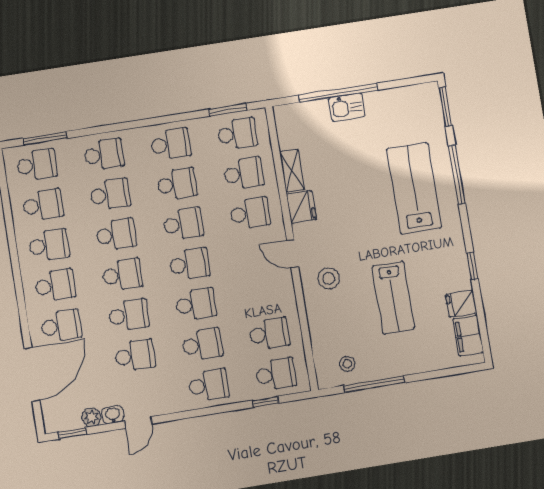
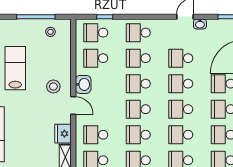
washbasin: (282, 289) -> (83, 84), added
plant: (91, 417) -> (213, 25), removed

